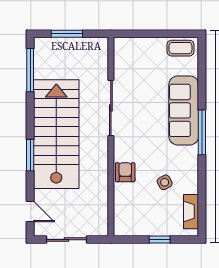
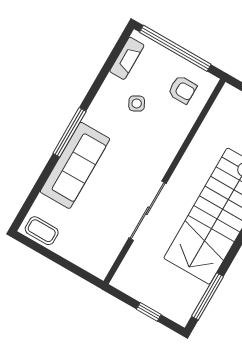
window: (67, 34) -> (149, 312), width x0.67
armchair: (125, 172) -> (182, 90), moved, turned -90
window: (160, 240) -> (175, 48), width x3.17

